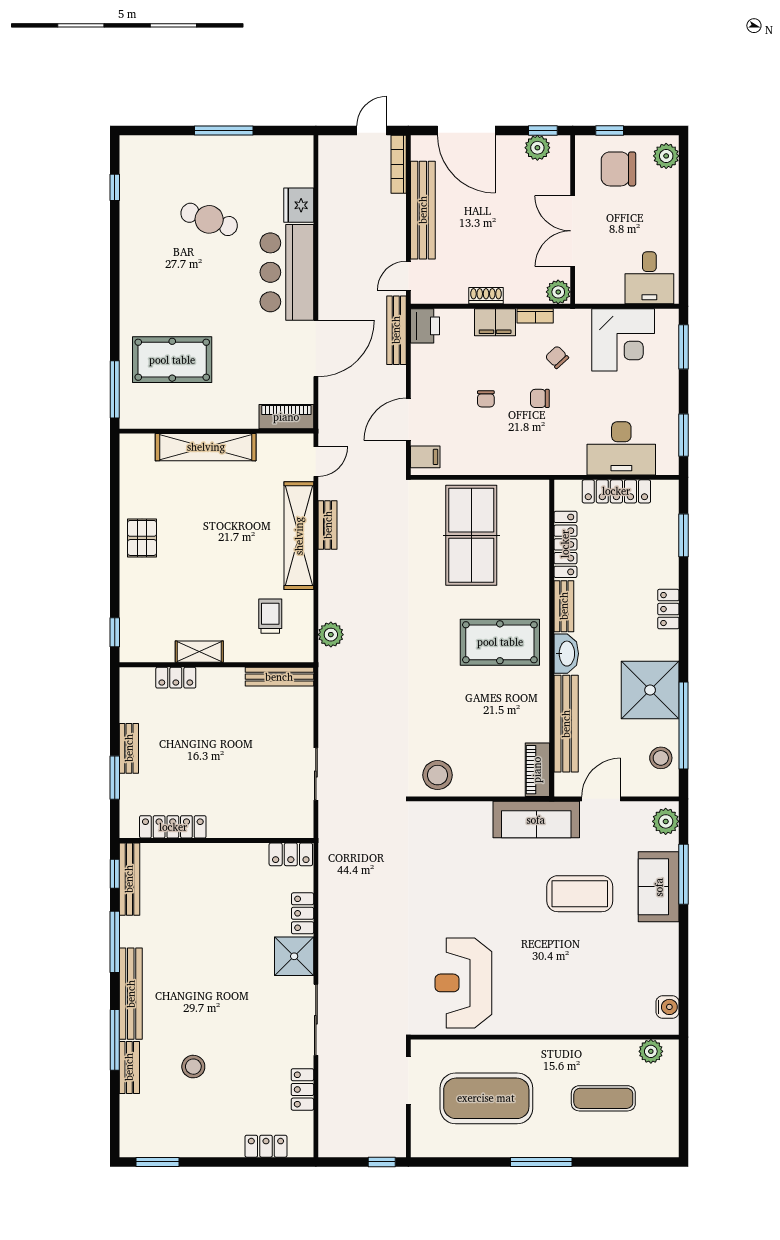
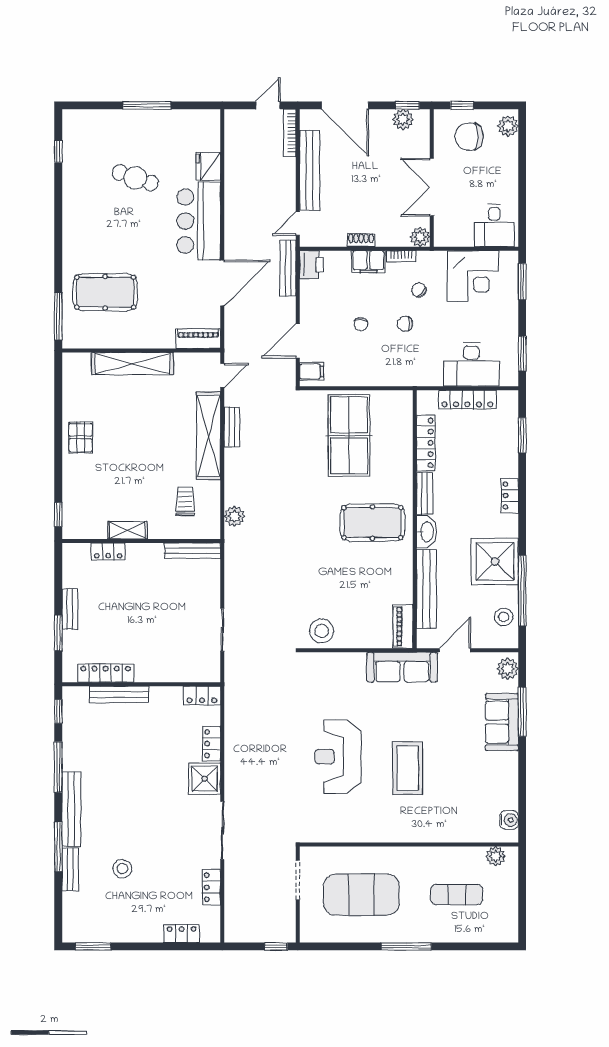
bench: (129, 879) -> (119, 694), moved, turned 90
coffee table: (580, 894) -> (408, 768), moved, turned 90
reception desk: (463, 983) -> (338, 757), moved

